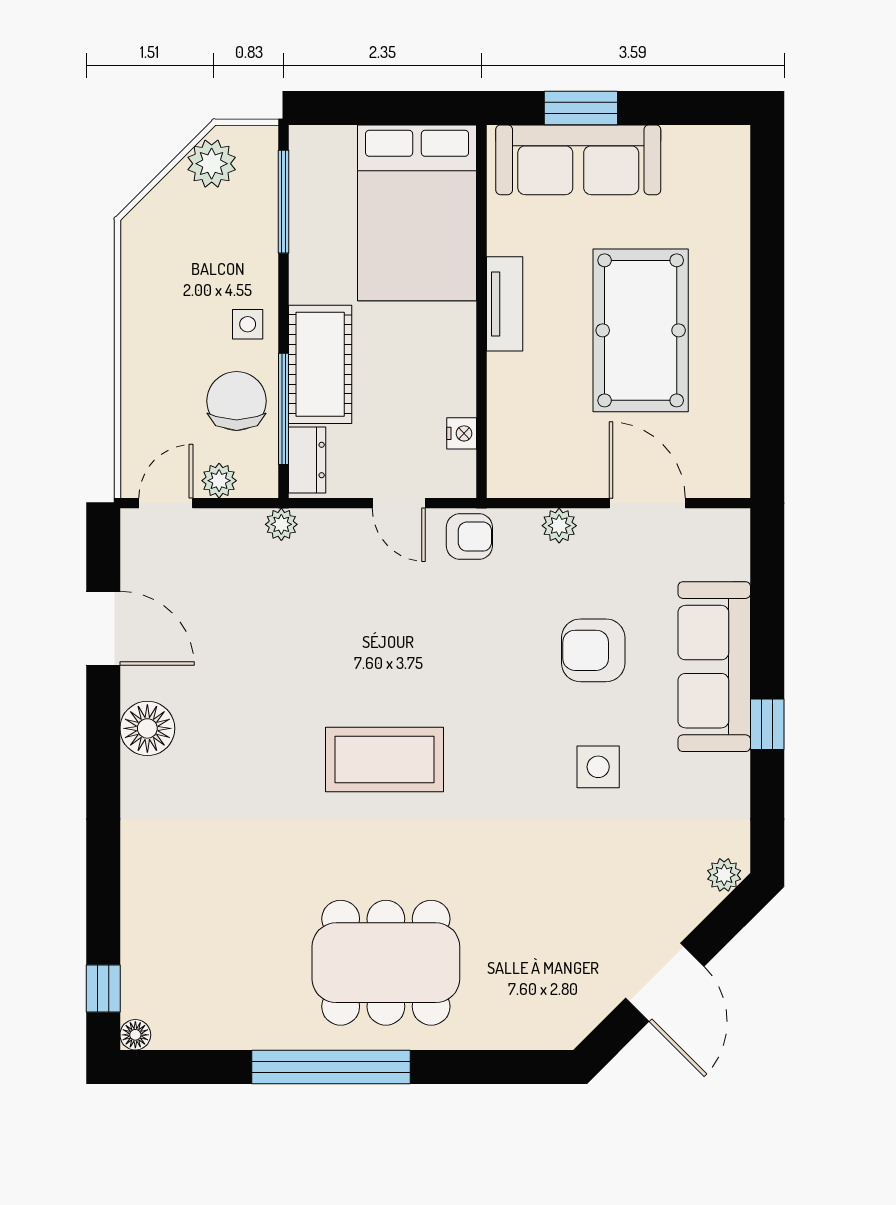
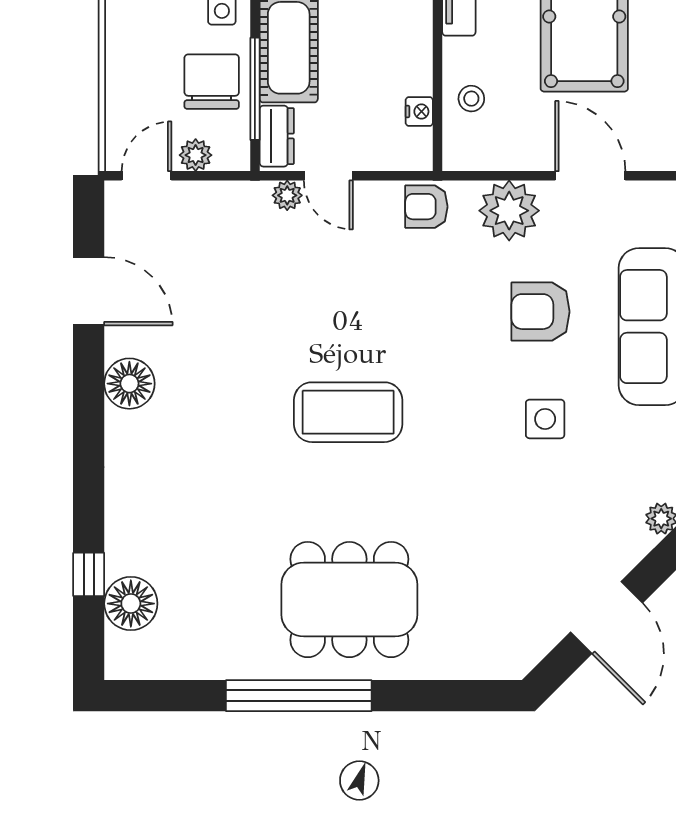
stool: (518, 419) -> (471, 99), added
door: (399, 503) -> (328, 176), moved
plant: (281, 524) -> (287, 195), moved
plant: (559, 526) -> (509, 211), width x1.87, depth x1.87
armchair: (469, 537) -> (426, 207), turned 180
window: (103, 988) -> (89, 574), moved
floor lamp: (135, 1035) -> (131, 604), moved, width x1.89, depth x1.89

